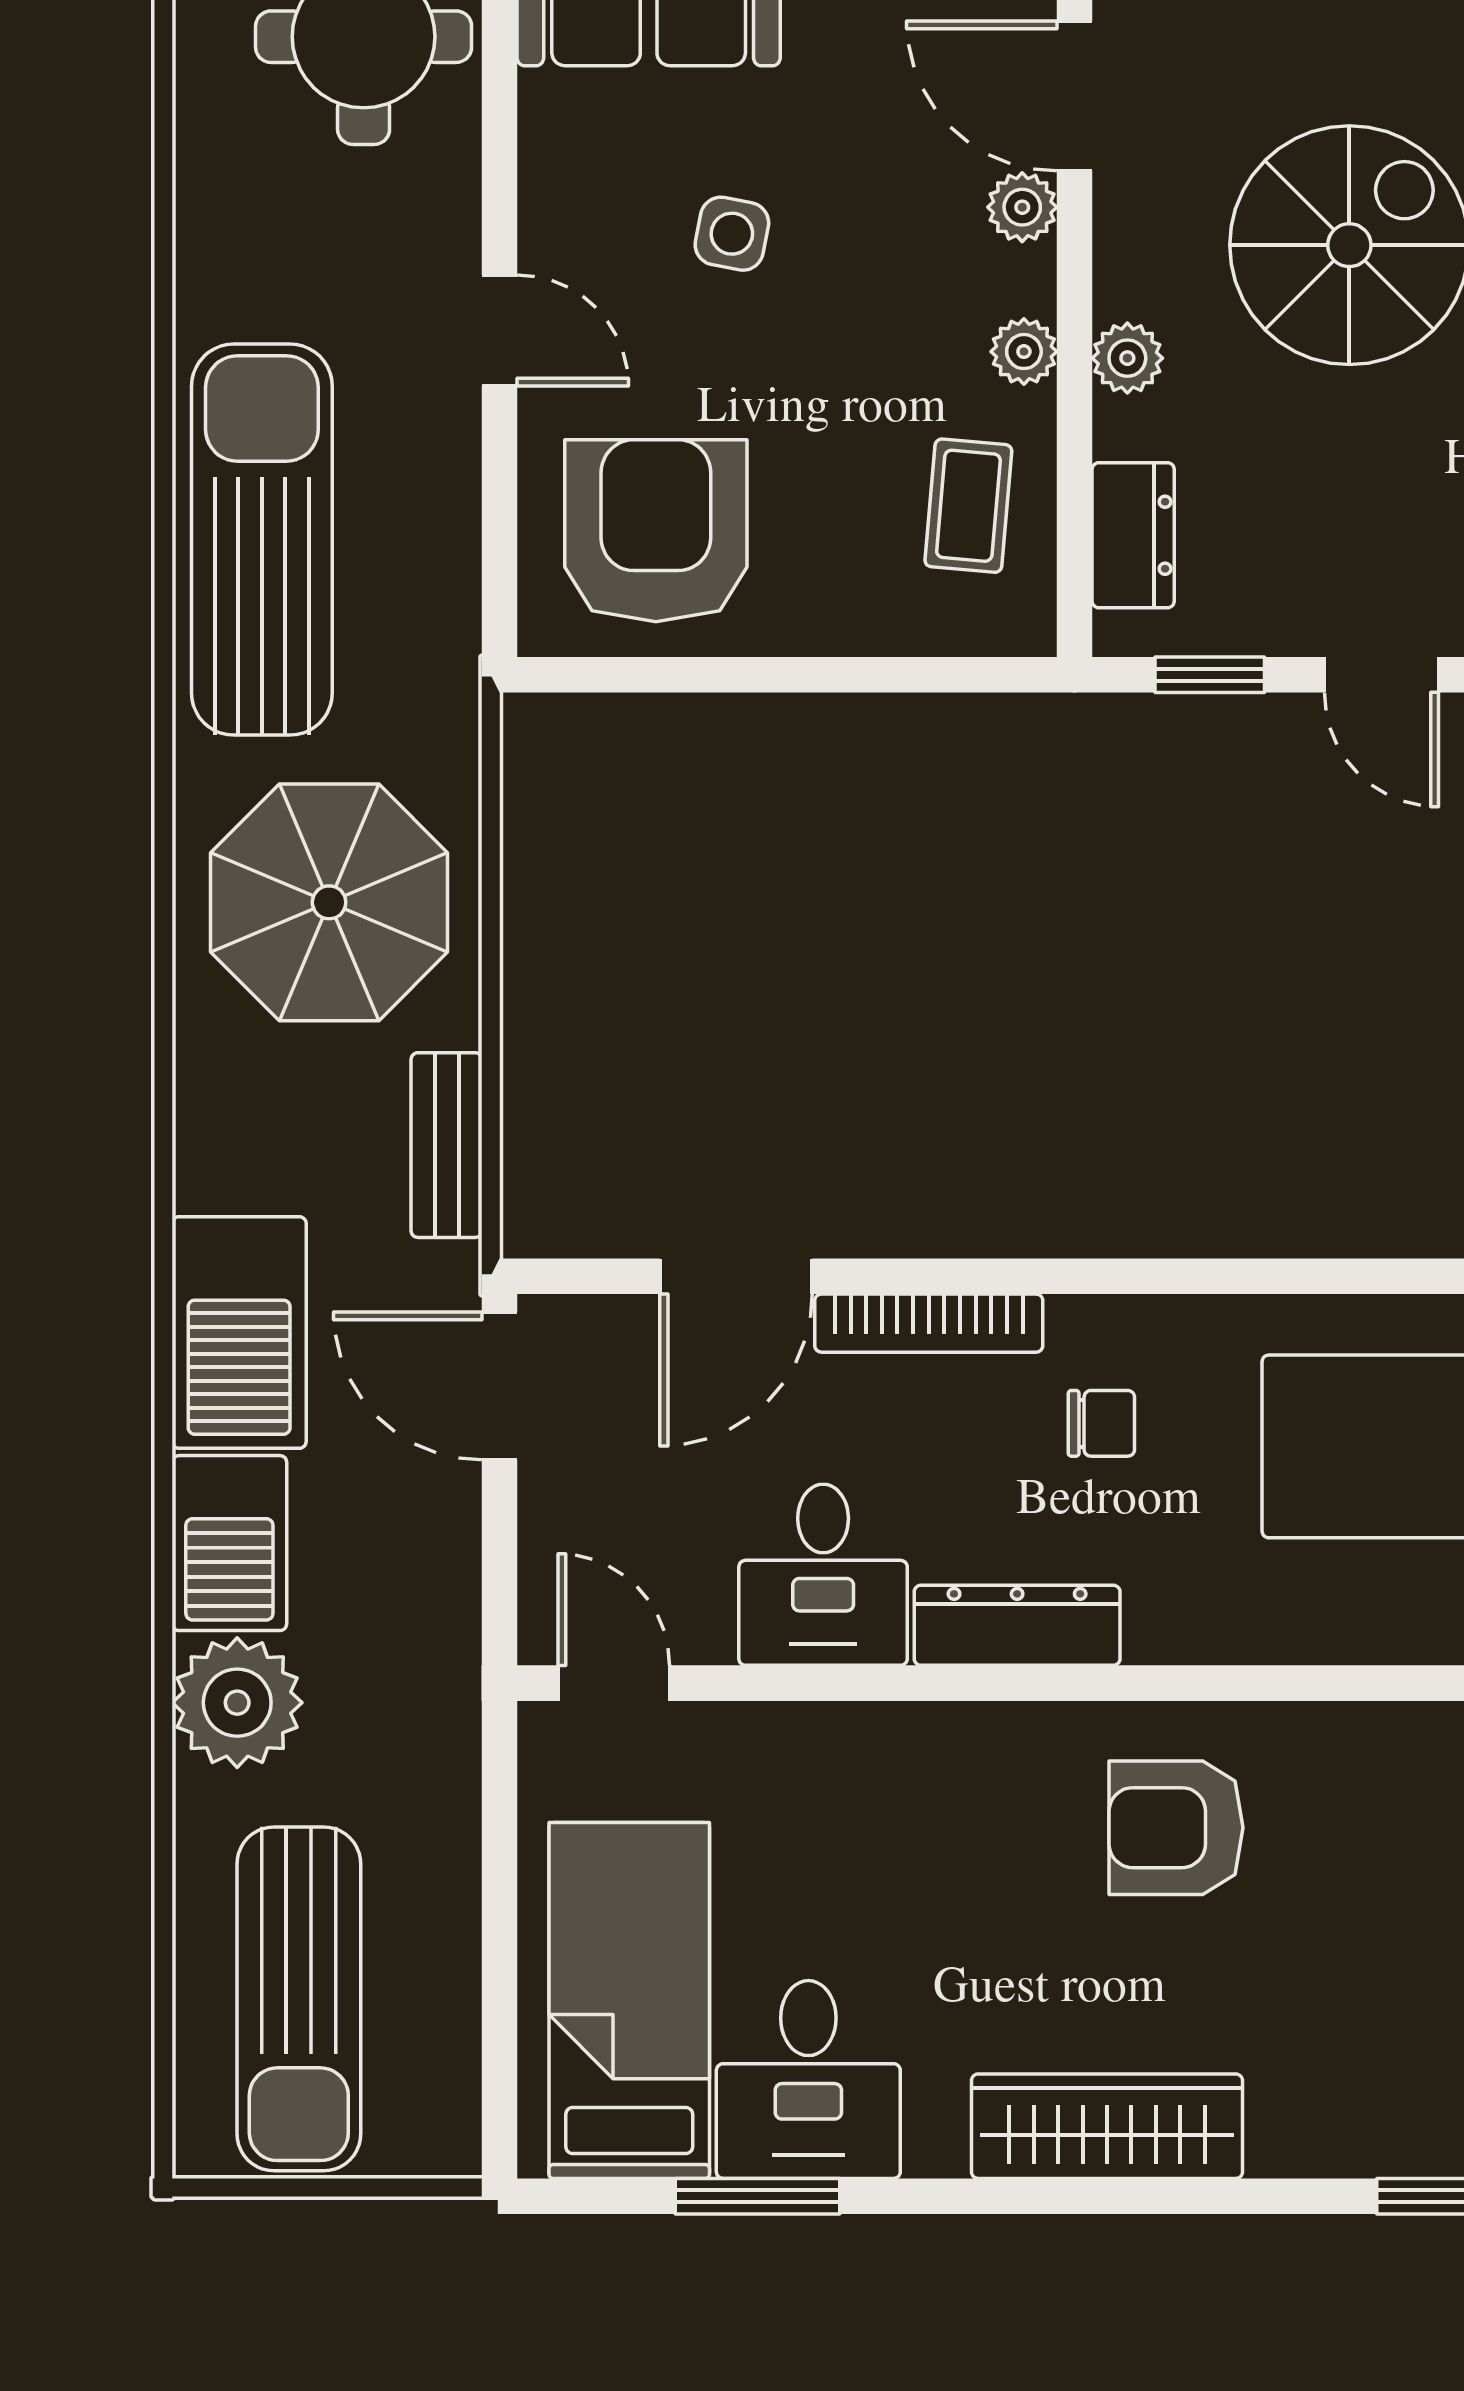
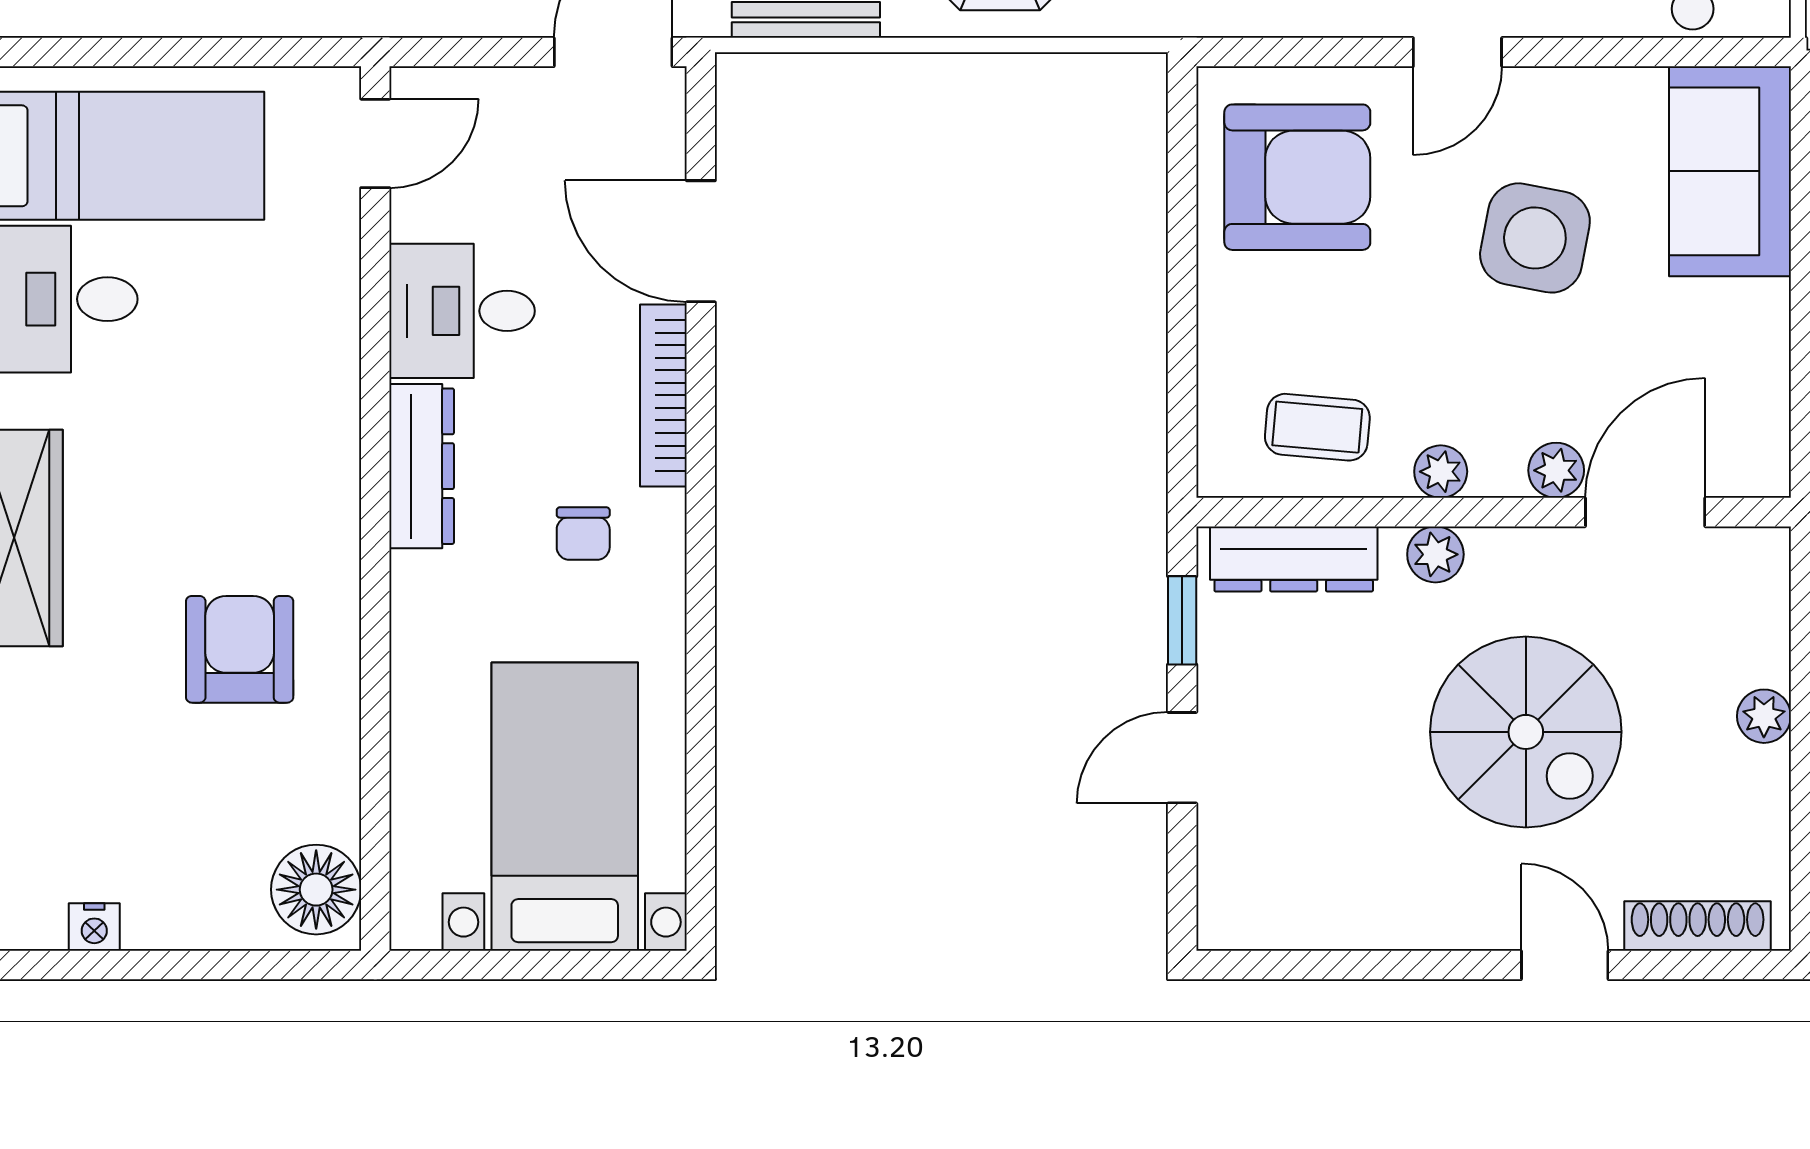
side table: (732, 234) -> (1535, 238), width x1.87, depth x1.87
dresser: (1133, 535) -> (1294, 559), width x1.44
armchair: (1176, 1828) -> (240, 649), moved

